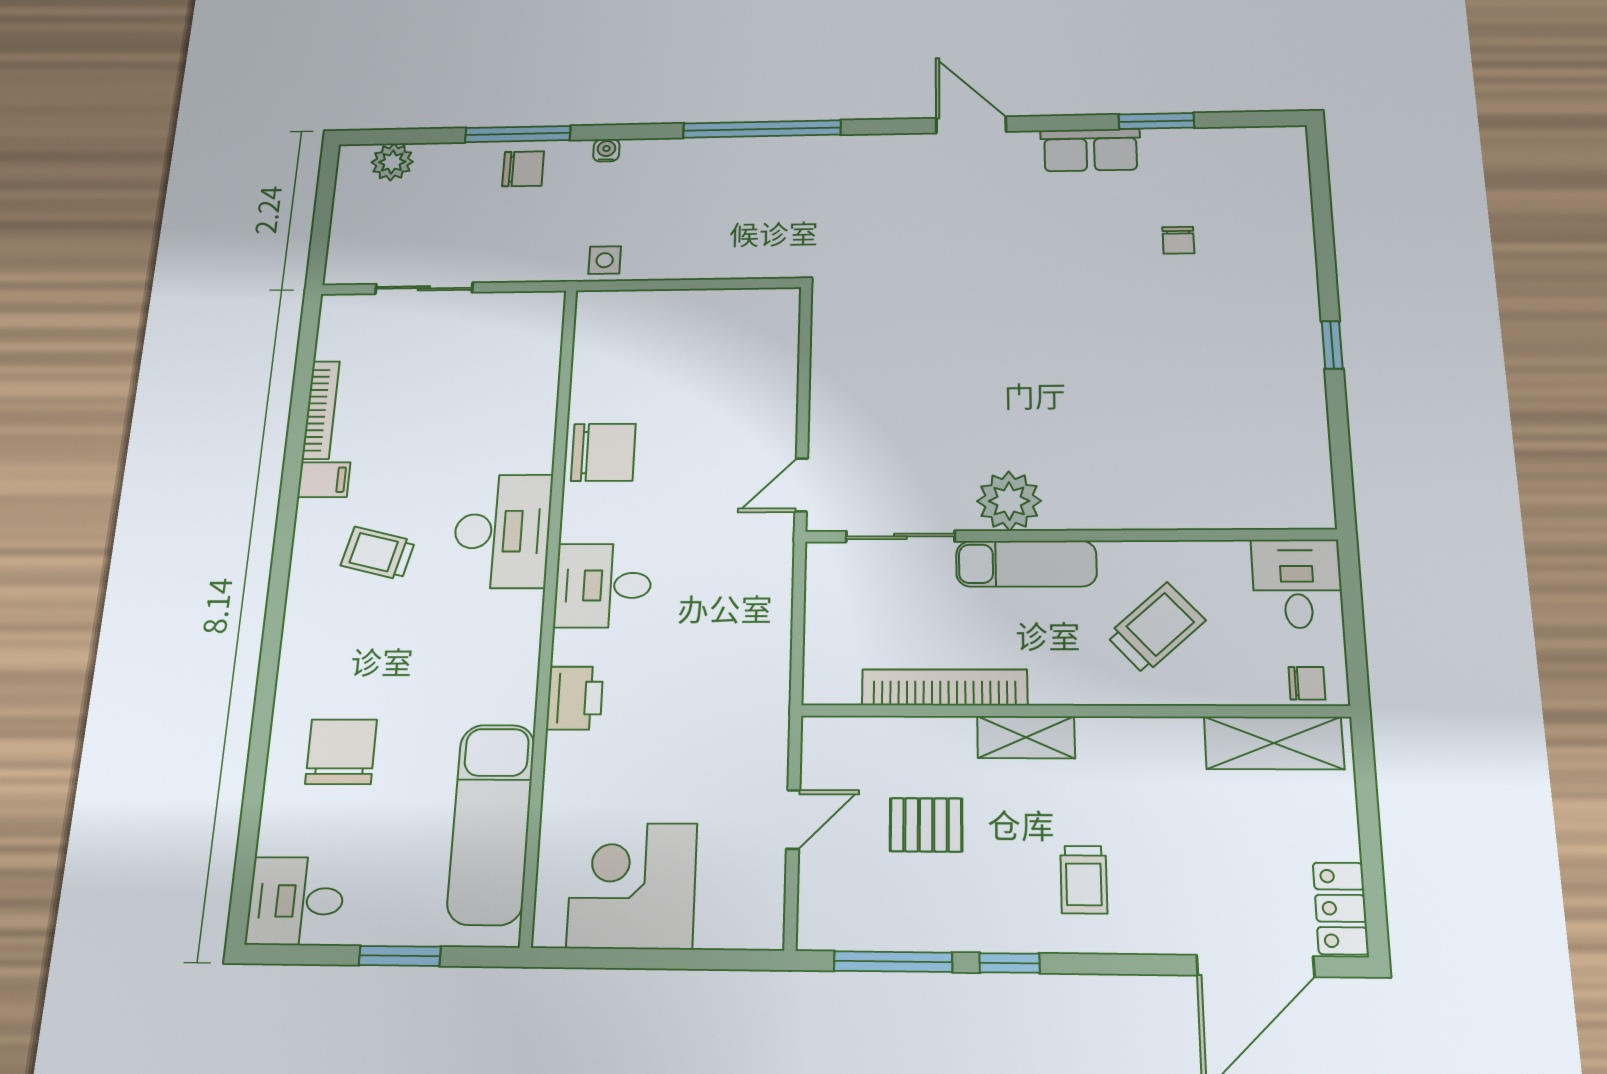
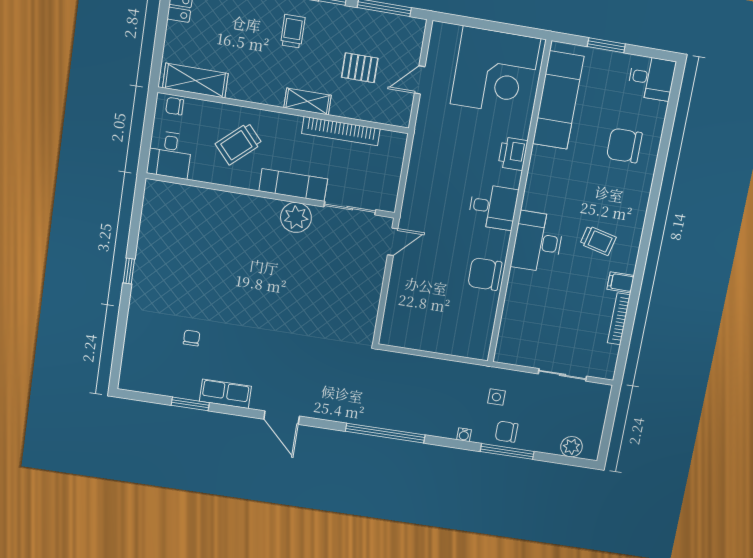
side table: (605, 260) -> (496, 397), moved
chair: (341, 752) -> (624, 146), turned 90
corner desk: (632, 886) -> (495, 71), width x1.36, depth x1.36

